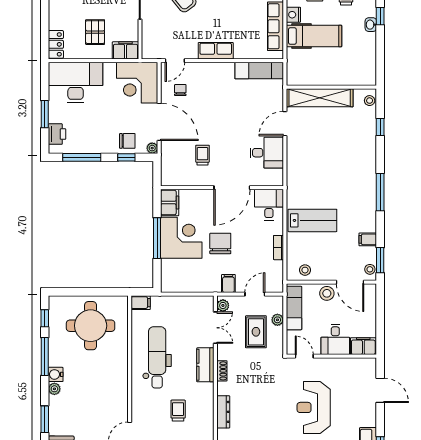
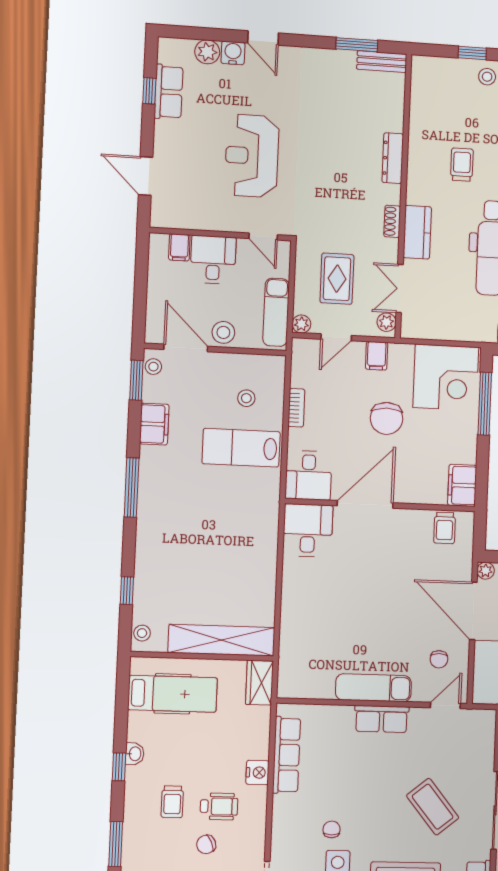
hospital bed: (314, 36) -> (173, 694), moved, turned 180
exam couch: (259, 71) -> (373, 688), moved
wardrobe: (294, 72) -> (259, 683), added
door: (285, 124) -> (278, 601), removed
desk: (267, 153) -> (308, 530), moved, turned 90
trolley: (203, 155) -> (445, 528), moved
window: (157, 238) -> (485, 404), moved
corner desk: (181, 238) -> (446, 377), moved, turned -90
filing cabinet: (368, 239) -> (154, 424), width x2.00
stool: (305, 270) -> (246, 398), moved
plant: (277, 320) -> (301, 324), moved
filing cabinet: (363, 346) -> (179, 247), width x0.50
reception desk: (314, 407) -> (252, 156), turned 180
trolley: (178, 411) -> (462, 165), turned 180

